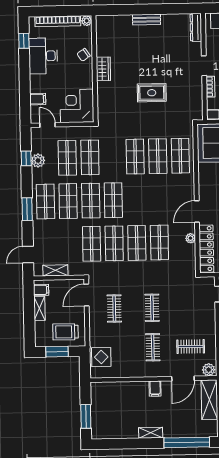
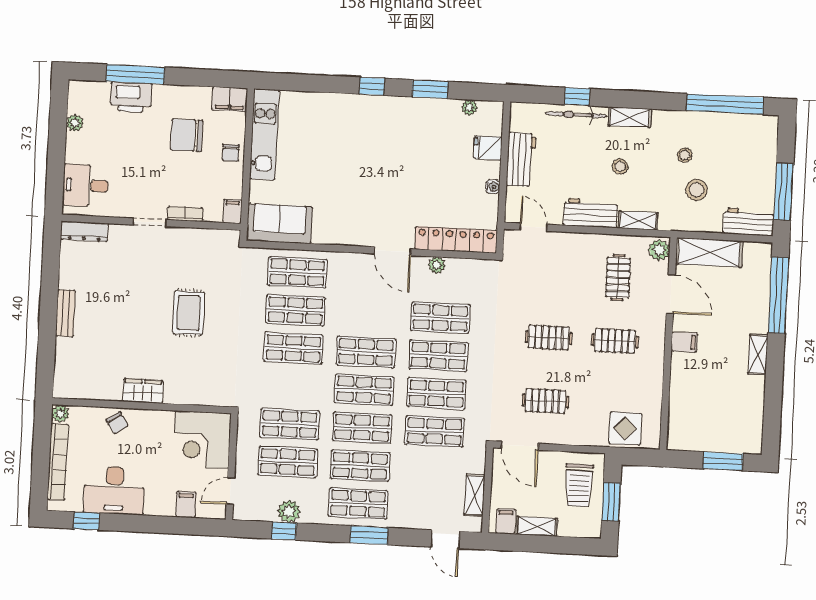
shop shelf: (136, 200) -> (366, 352), added

